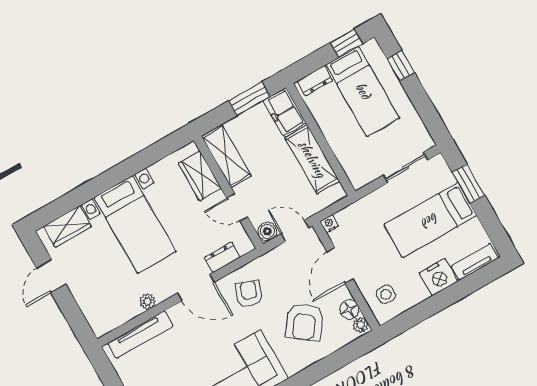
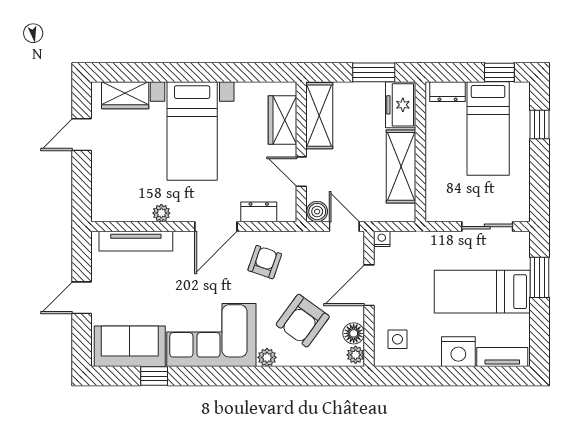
door: (196, 288) -> (216, 227), hinge flipped
plant: (293, 366) -> (267, 357), added

